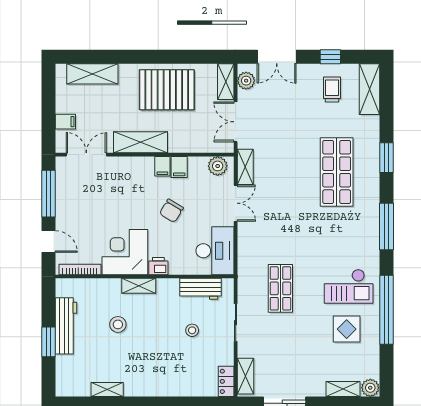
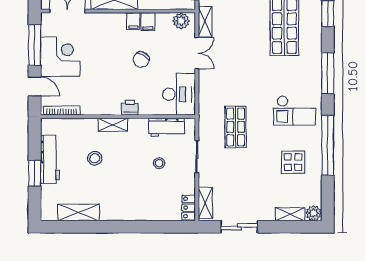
corner desk: (125, 252) -> (60, 57), moved, turned 90
checkout: (349, 286) -> (295, 111), moved
shelving: (107, 389) -> (79, 212), width x1.50, depth x1.33

